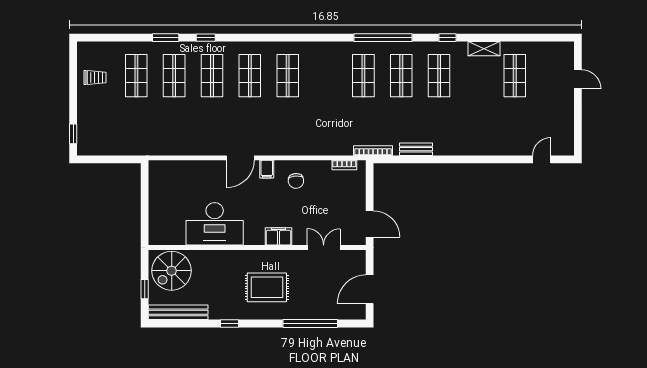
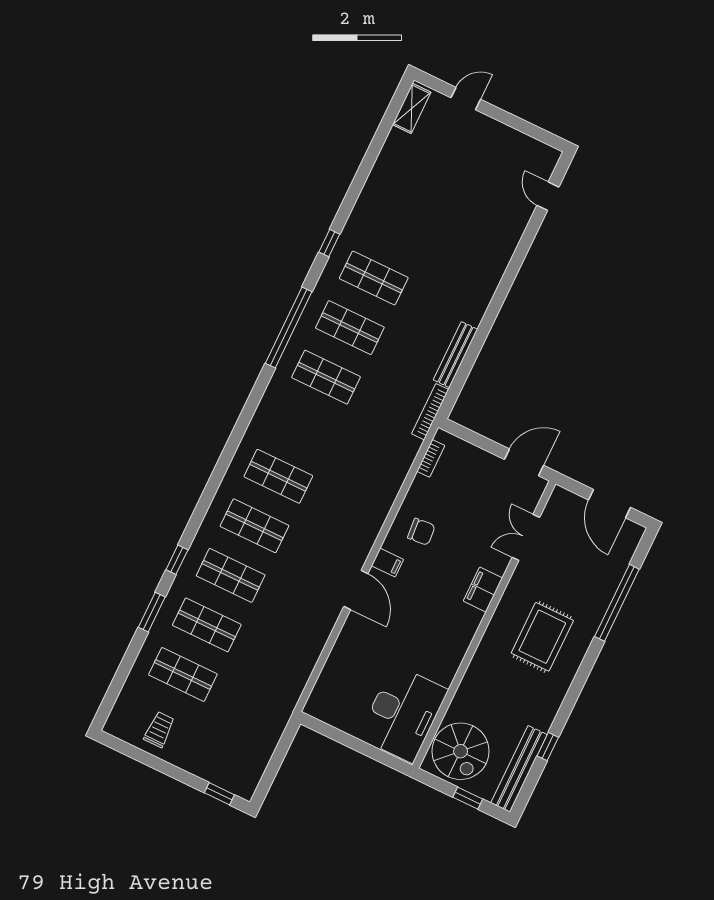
shelving: (484, 49) -> (412, 108), moved
shop shelf: (515, 76) -> (421, 179), removed
bench: (416, 149) -> (455, 355), width x1.36
desk: (215, 224) -> (403, 713), moved
window: (230, 323) -> (548, 747), moved

